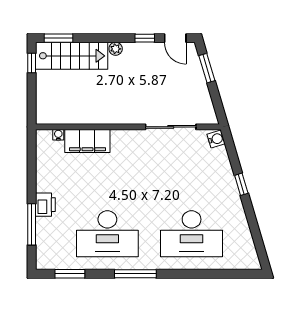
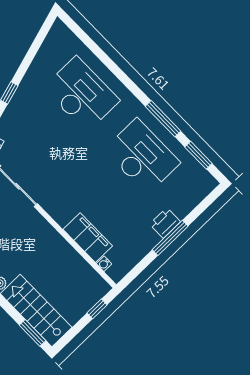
window: (32, 63) -> (97, 309), moved
window: (32, 224) -> (170, 238), moved
window: (135, 274) -> (163, 119), moved

